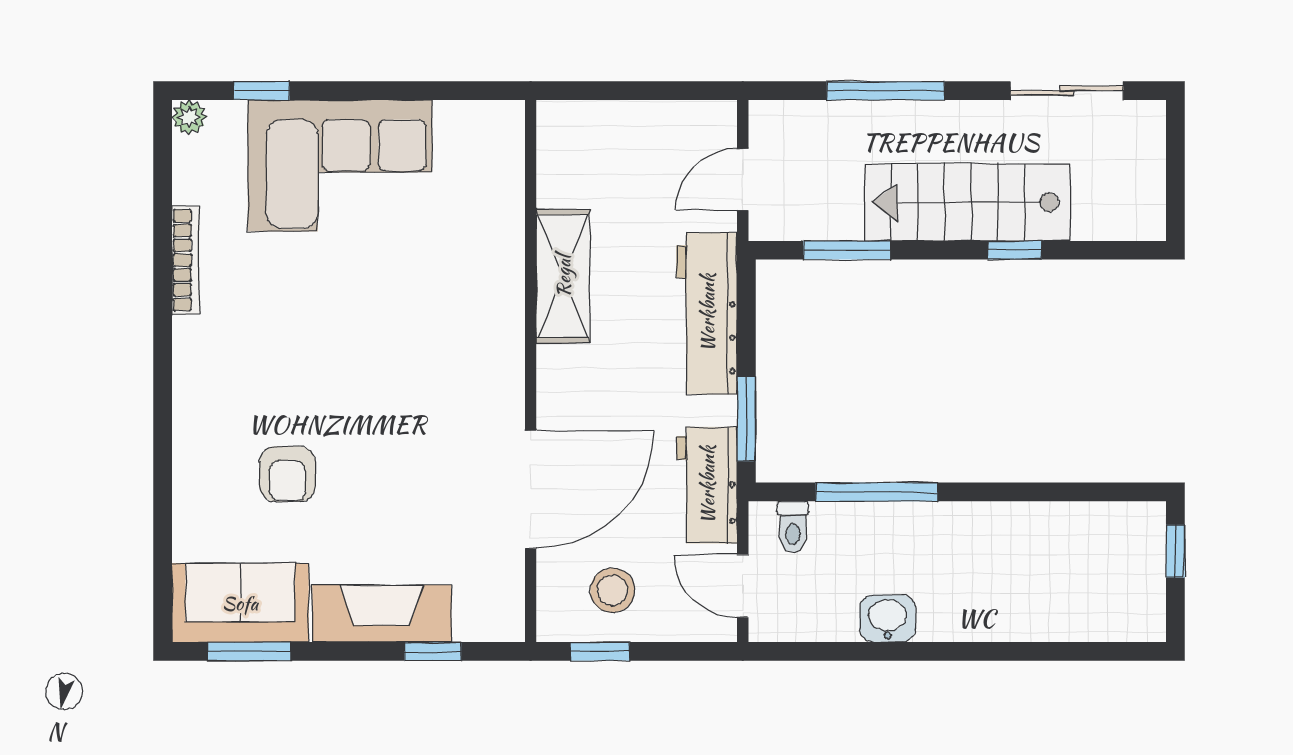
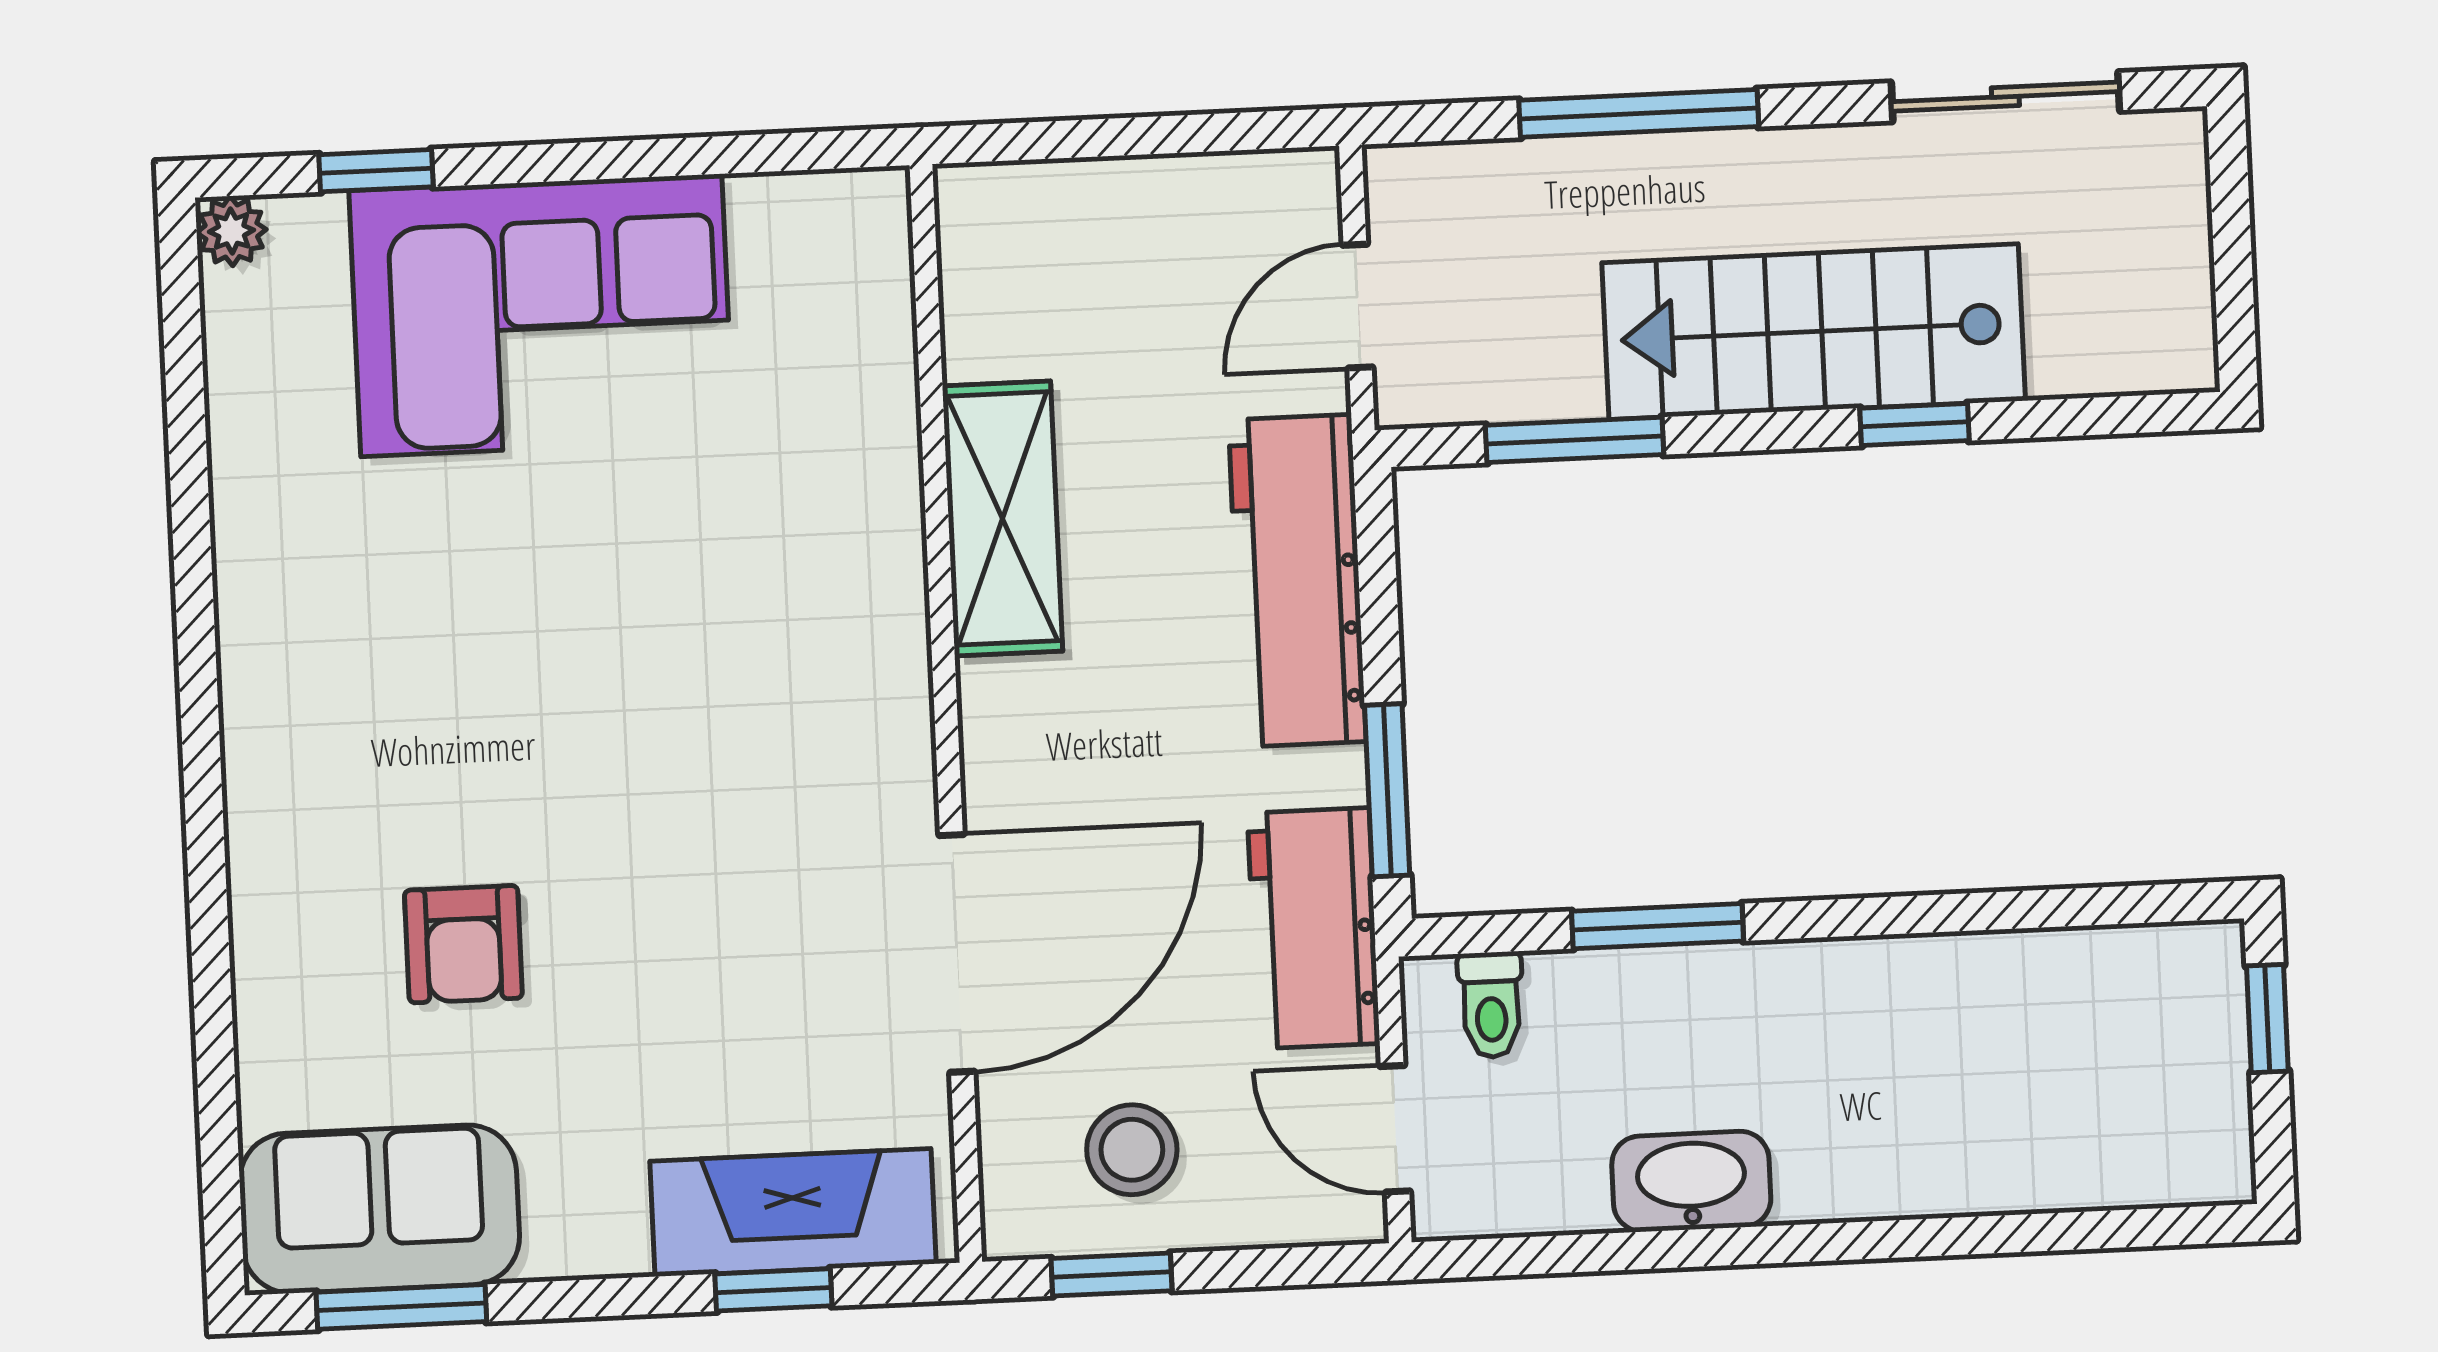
bookcase: (186, 260) -> (238, 520), removed
window: (877, 492) -> (1658, 926), width x0.69
fireplace: (382, 614) -> (793, 1212), moved
washbasin: (888, 619) -> (1691, 1181), width x1.38

